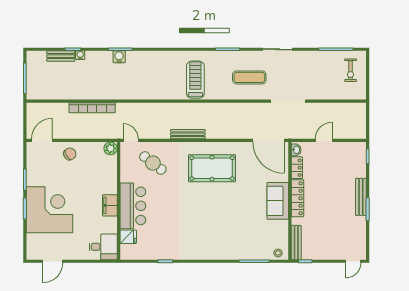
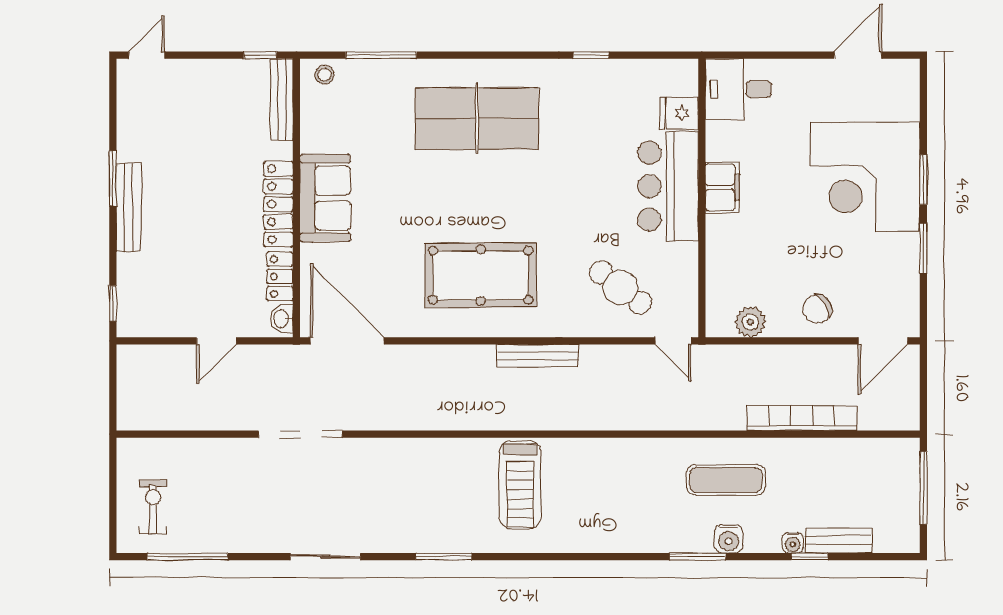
water cooler: (119, 57) -> (729, 539), moved
exercise mat: (249, 77) -> (726, 480), moved
bookcase: (92, 108) -> (802, 418), moved
plant: (111, 148) -> (750, 322), moved
table tennis table: (214, 234) -> (477, 118), added

